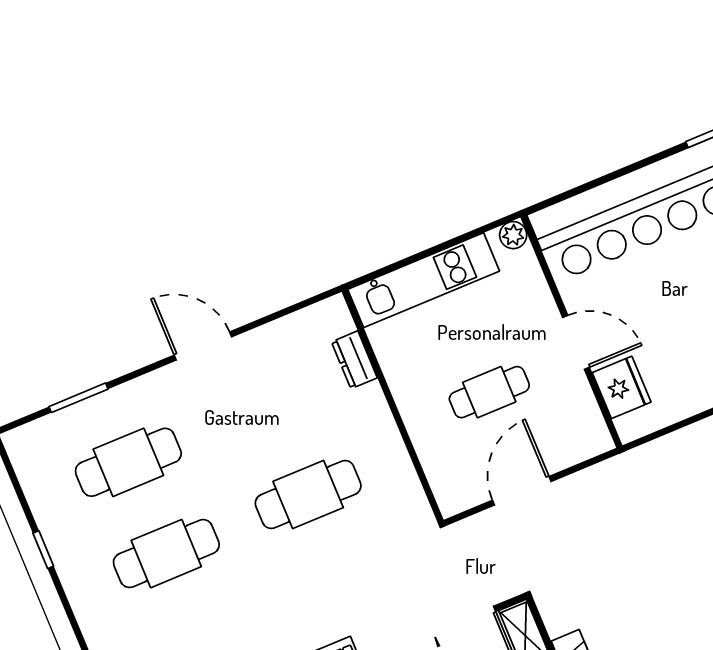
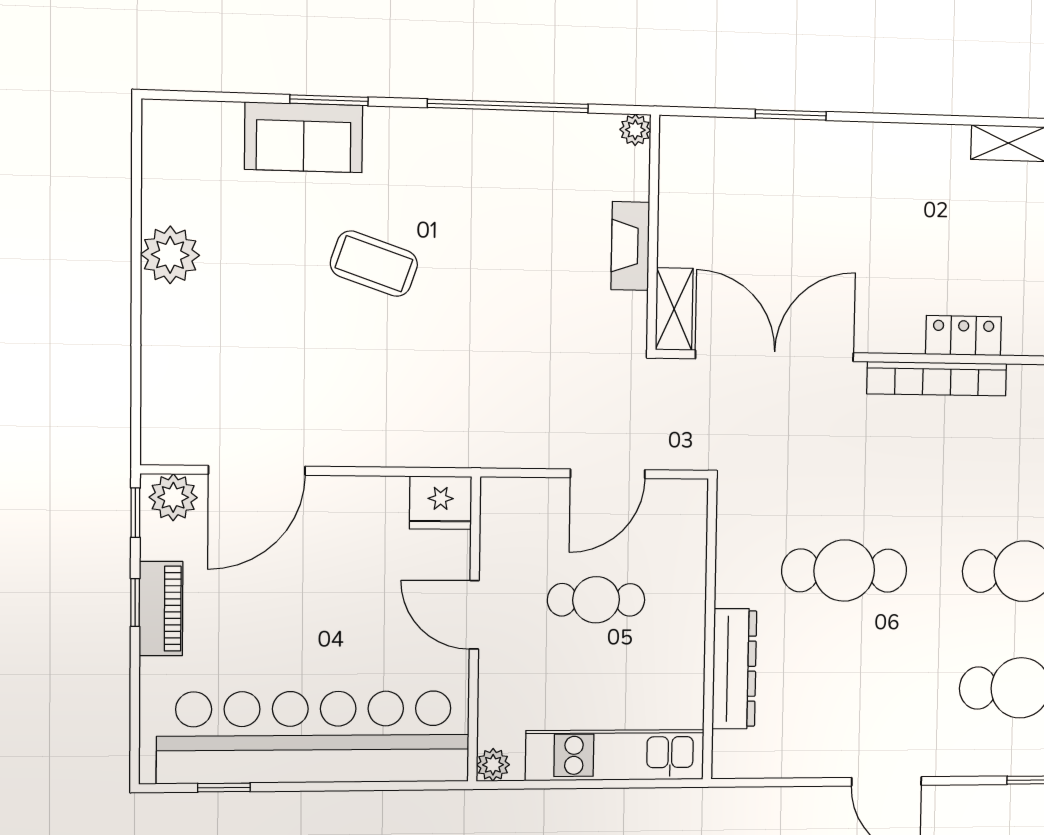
dresser: (354, 360) -> (734, 669), width x1.96, depth x1.24
fridge: (622, 387) -> (441, 503), moved, turned -90

